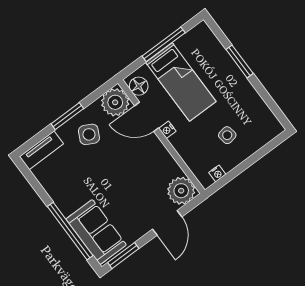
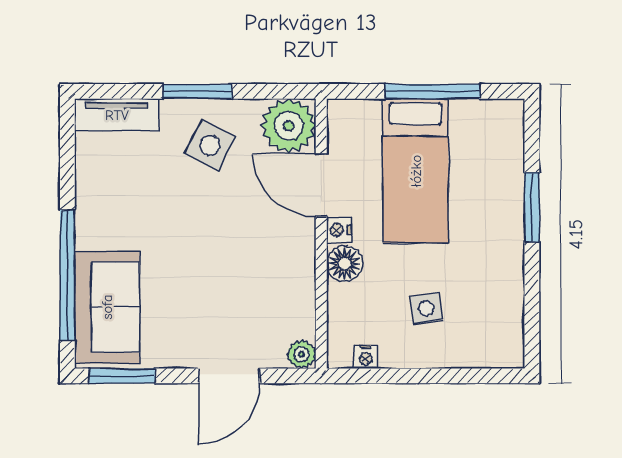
floor lamp: (139, 86) -> (345, 264), moved
plant: (181, 191) -> (301, 354), width x0.53, depth x0.53

